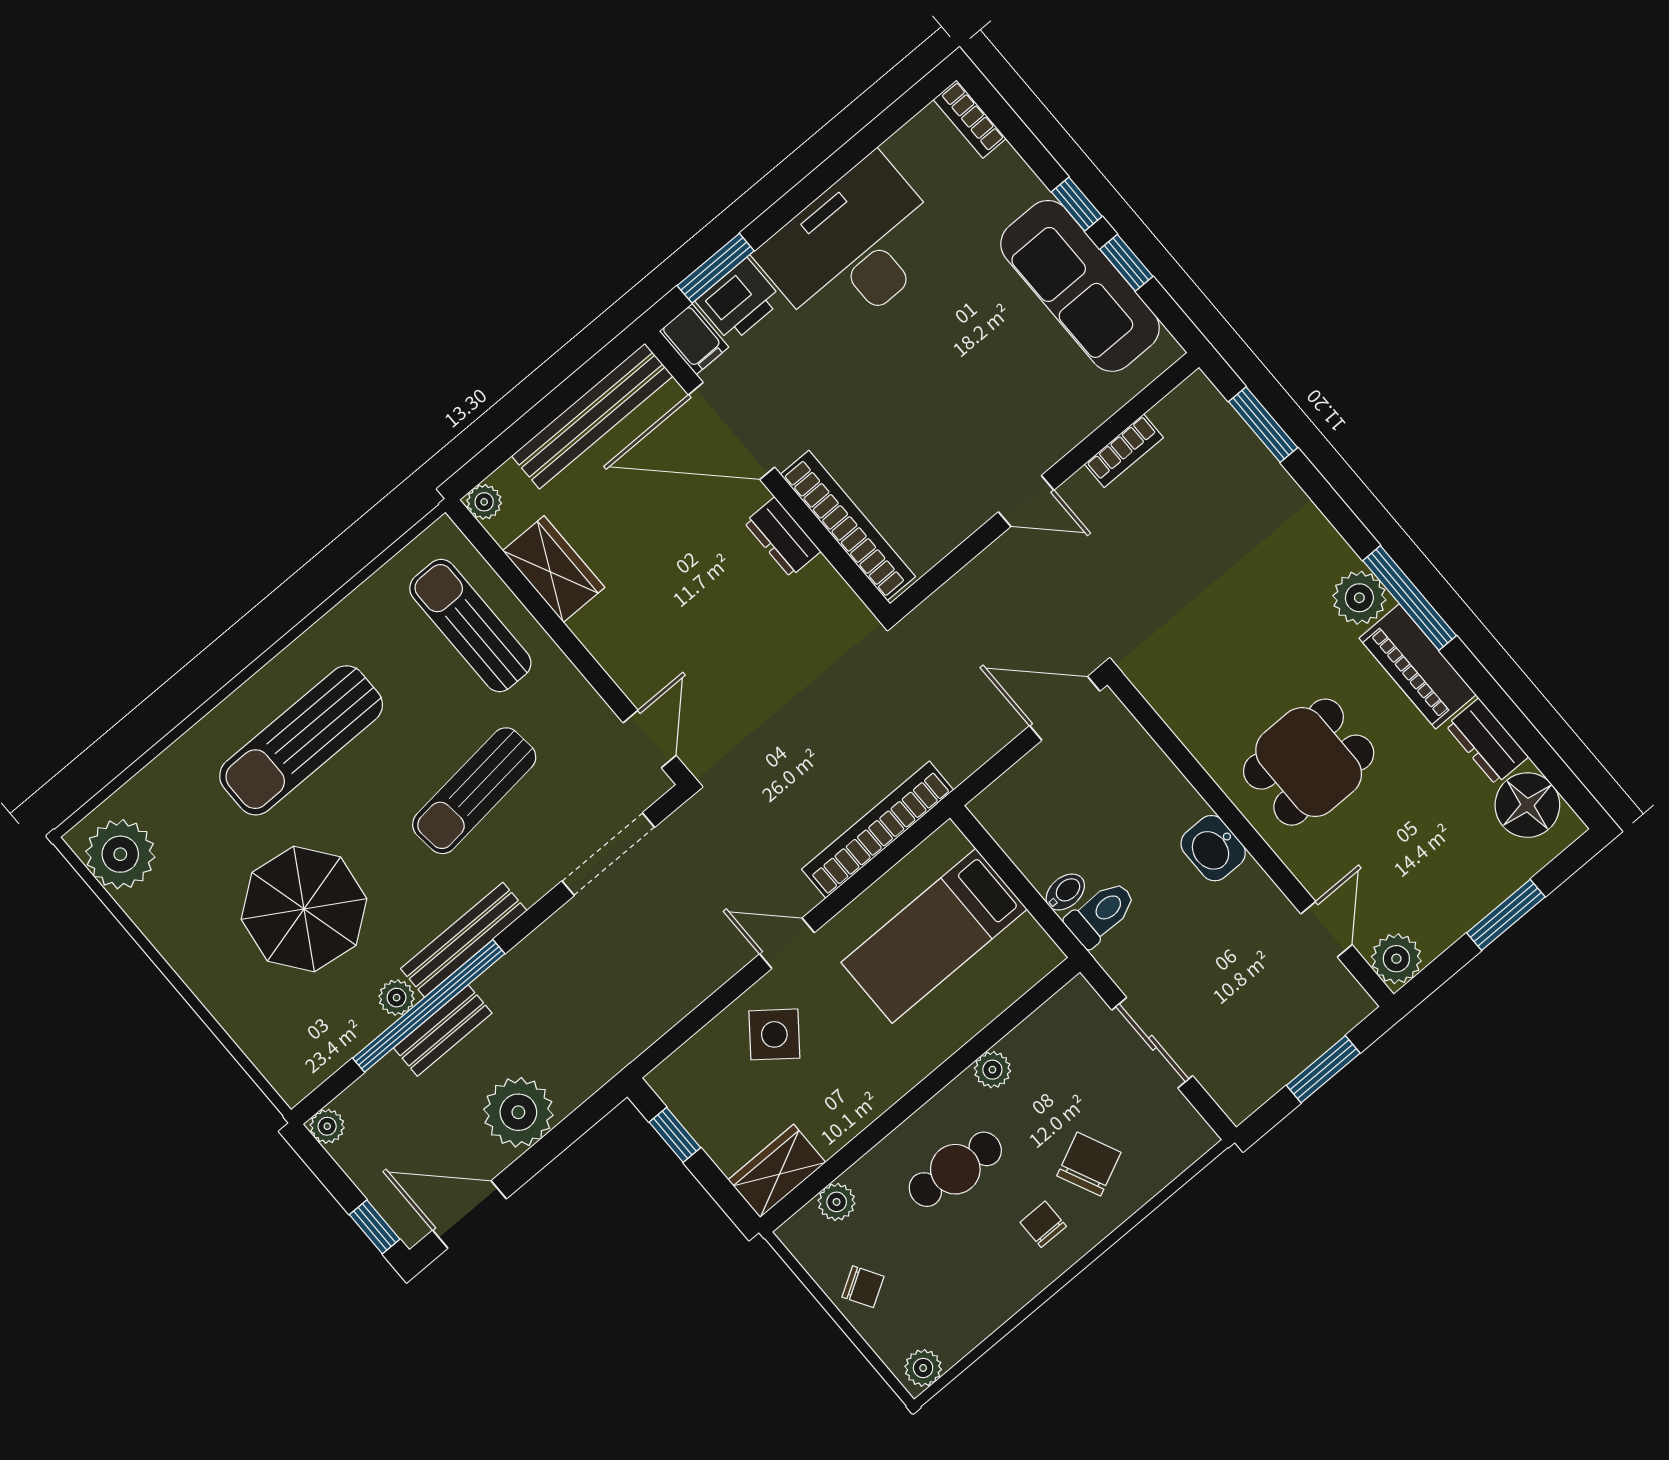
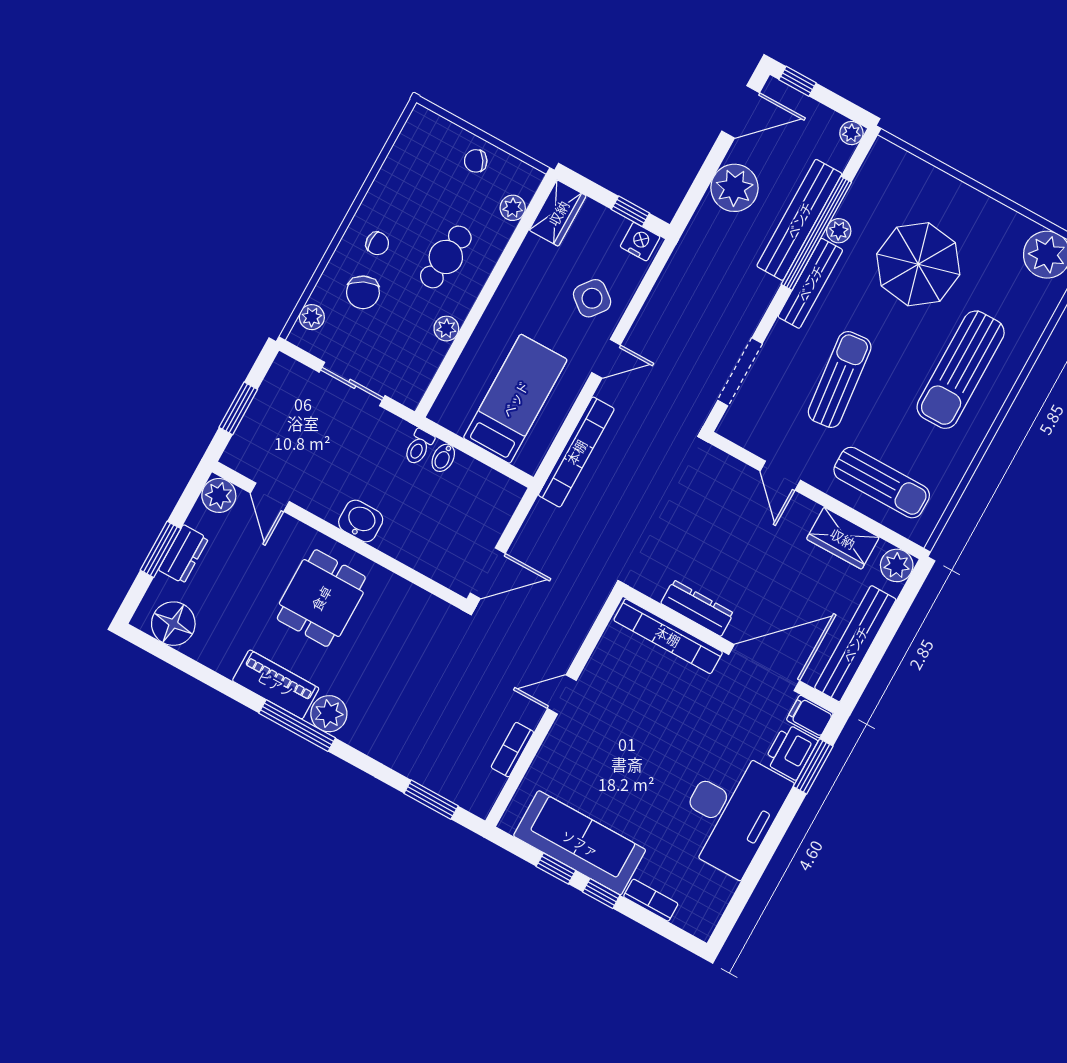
bookcase: (970, 119) -> (651, 900), moved
plant: (484, 502) -> (897, 565), width x1.38, depth x1.38
dresser: (782, 537) -> (697, 608), width x1.44
door: (650, 739) -> (780, 476), moved
sun lounger: (301, 740) -> (961, 370), turned 180
dresser: (1487, 741) -> (183, 554), moved, turned 90
toilet: (1101, 914) -> (419, 447), width x0.73, depth x0.72
bench: (443, 1030) -> (799, 220), width x1.86, depth x1.21
nightstand: (678, 1088) -> (640, 242), added
plant: (923, 1368) -> (312, 317), moved

